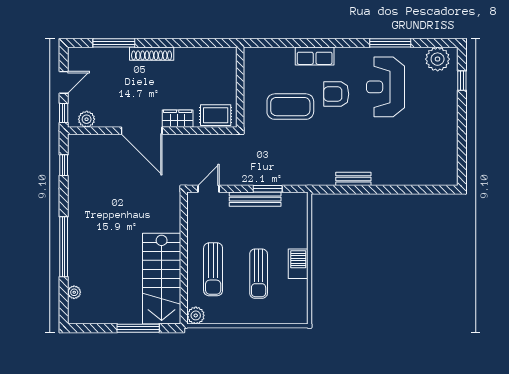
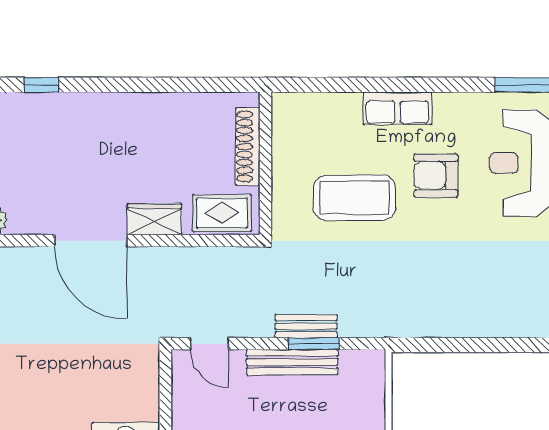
window: (114, 43) -> (42, 85), width x0.46
shoe rack: (152, 54) -> (248, 147), moved, turned 90
bench: (353, 179) -> (306, 326), moved
door: (209, 189) -> (209, 344), swing flipped

